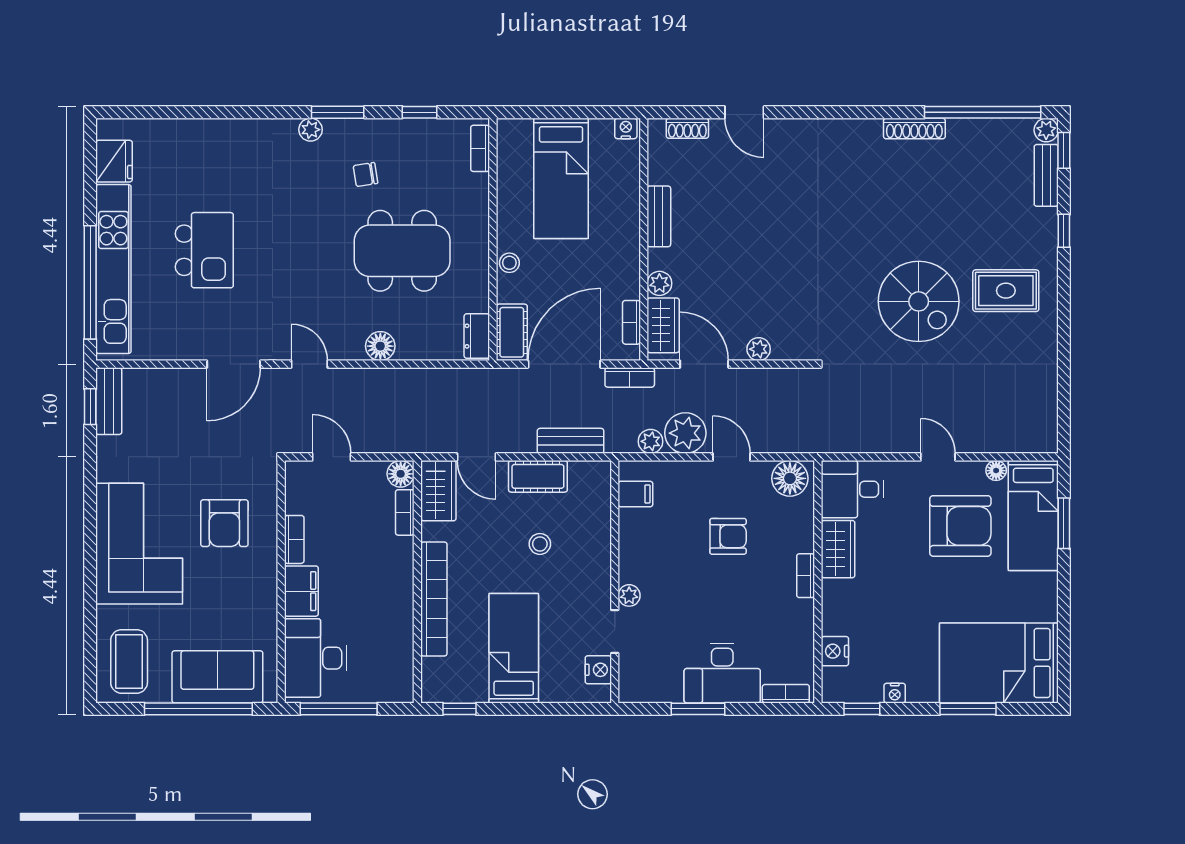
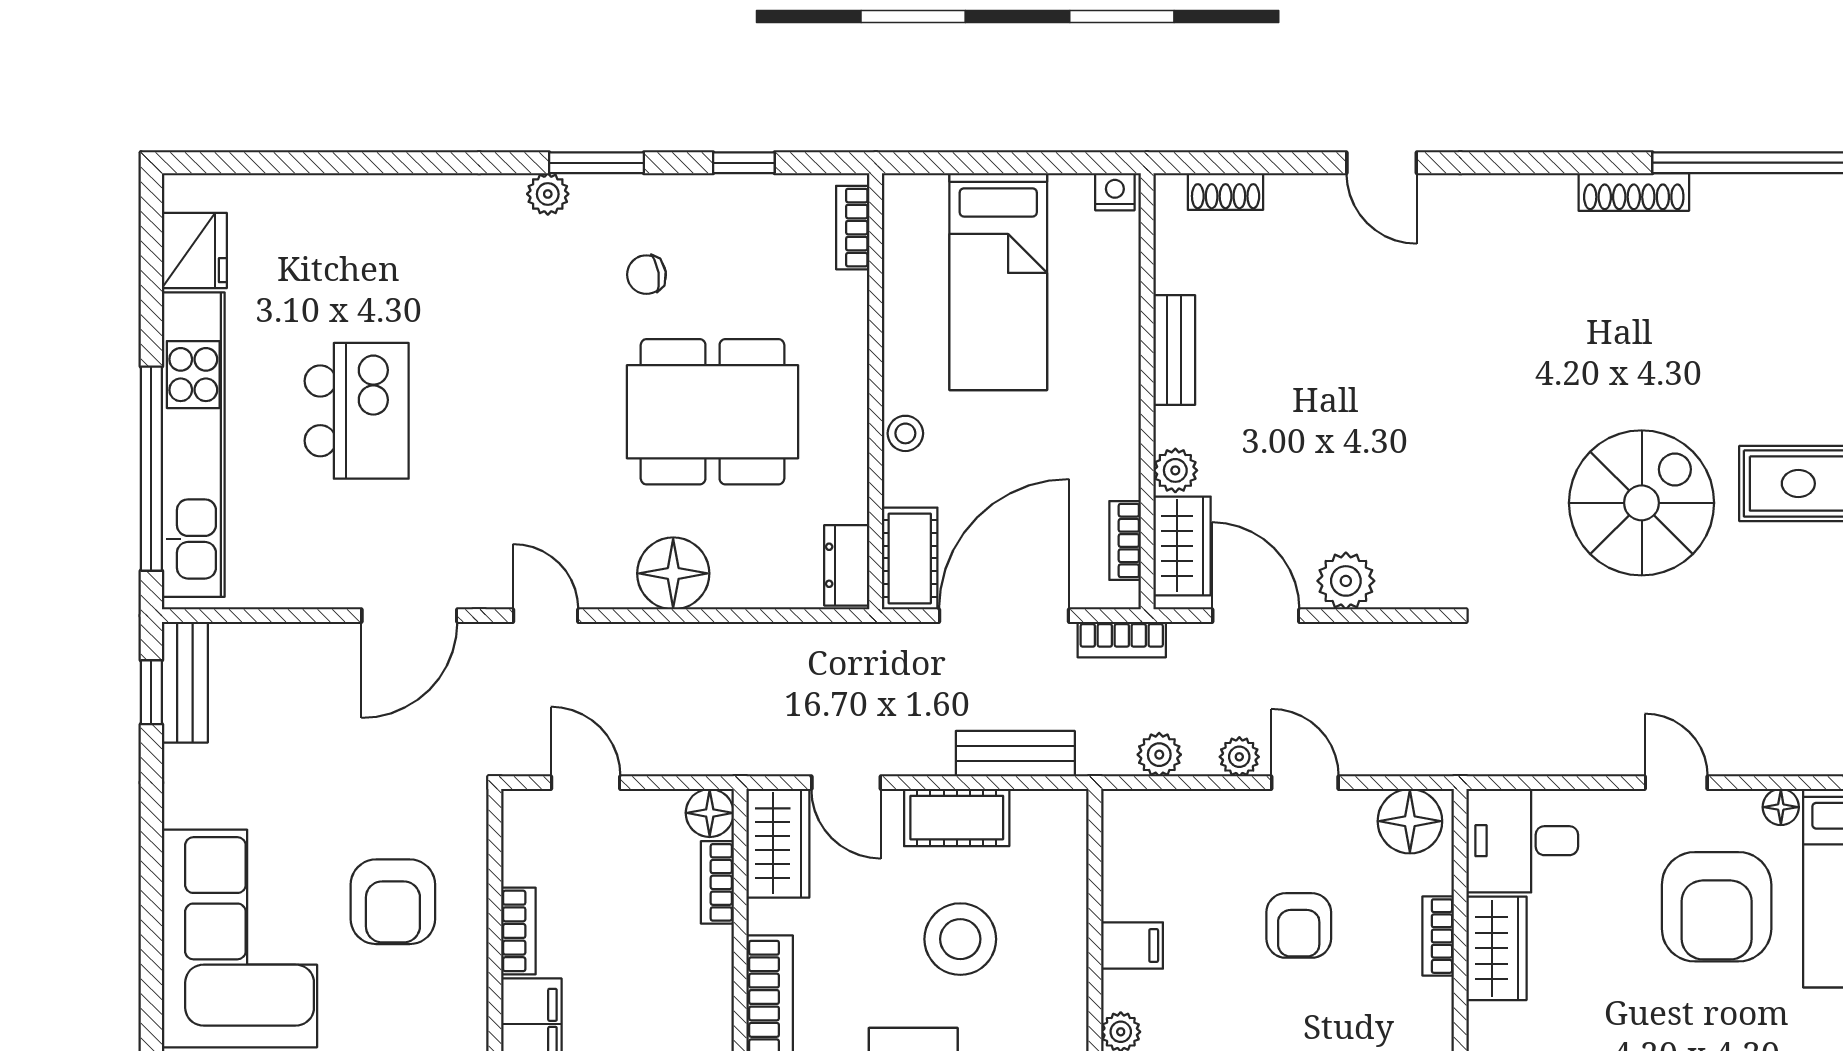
door: (744, 112) -> (1382, 163), moved
spiral stairs: (919, 301) -> (1642, 503), turned -90
floor lamp: (380, 346) -> (673, 573), width x1.38, depth x1.38
plant: (759, 349) -> (1346, 581), width x1.38, depth x1.38
plant: (685, 433) -> (1239, 757), width x0.53, depth x0.53
filing cabinet: (635, 494) -> (1132, 945), moved
armchair: (960, 526) -> (1717, 907), turned 90
armchair: (728, 536) -> (1299, 925), turned 90
stool: (540, 544) -> (960, 939), width x1.89, depth x1.89
bookcase: (806, 576) -> (1438, 936), moved

